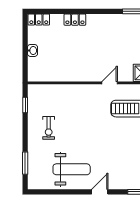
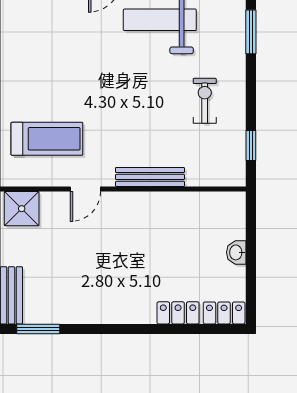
locker: (75, 20) -> (178, 313), moved
bench: (77, 89) -> (150, 177), added

